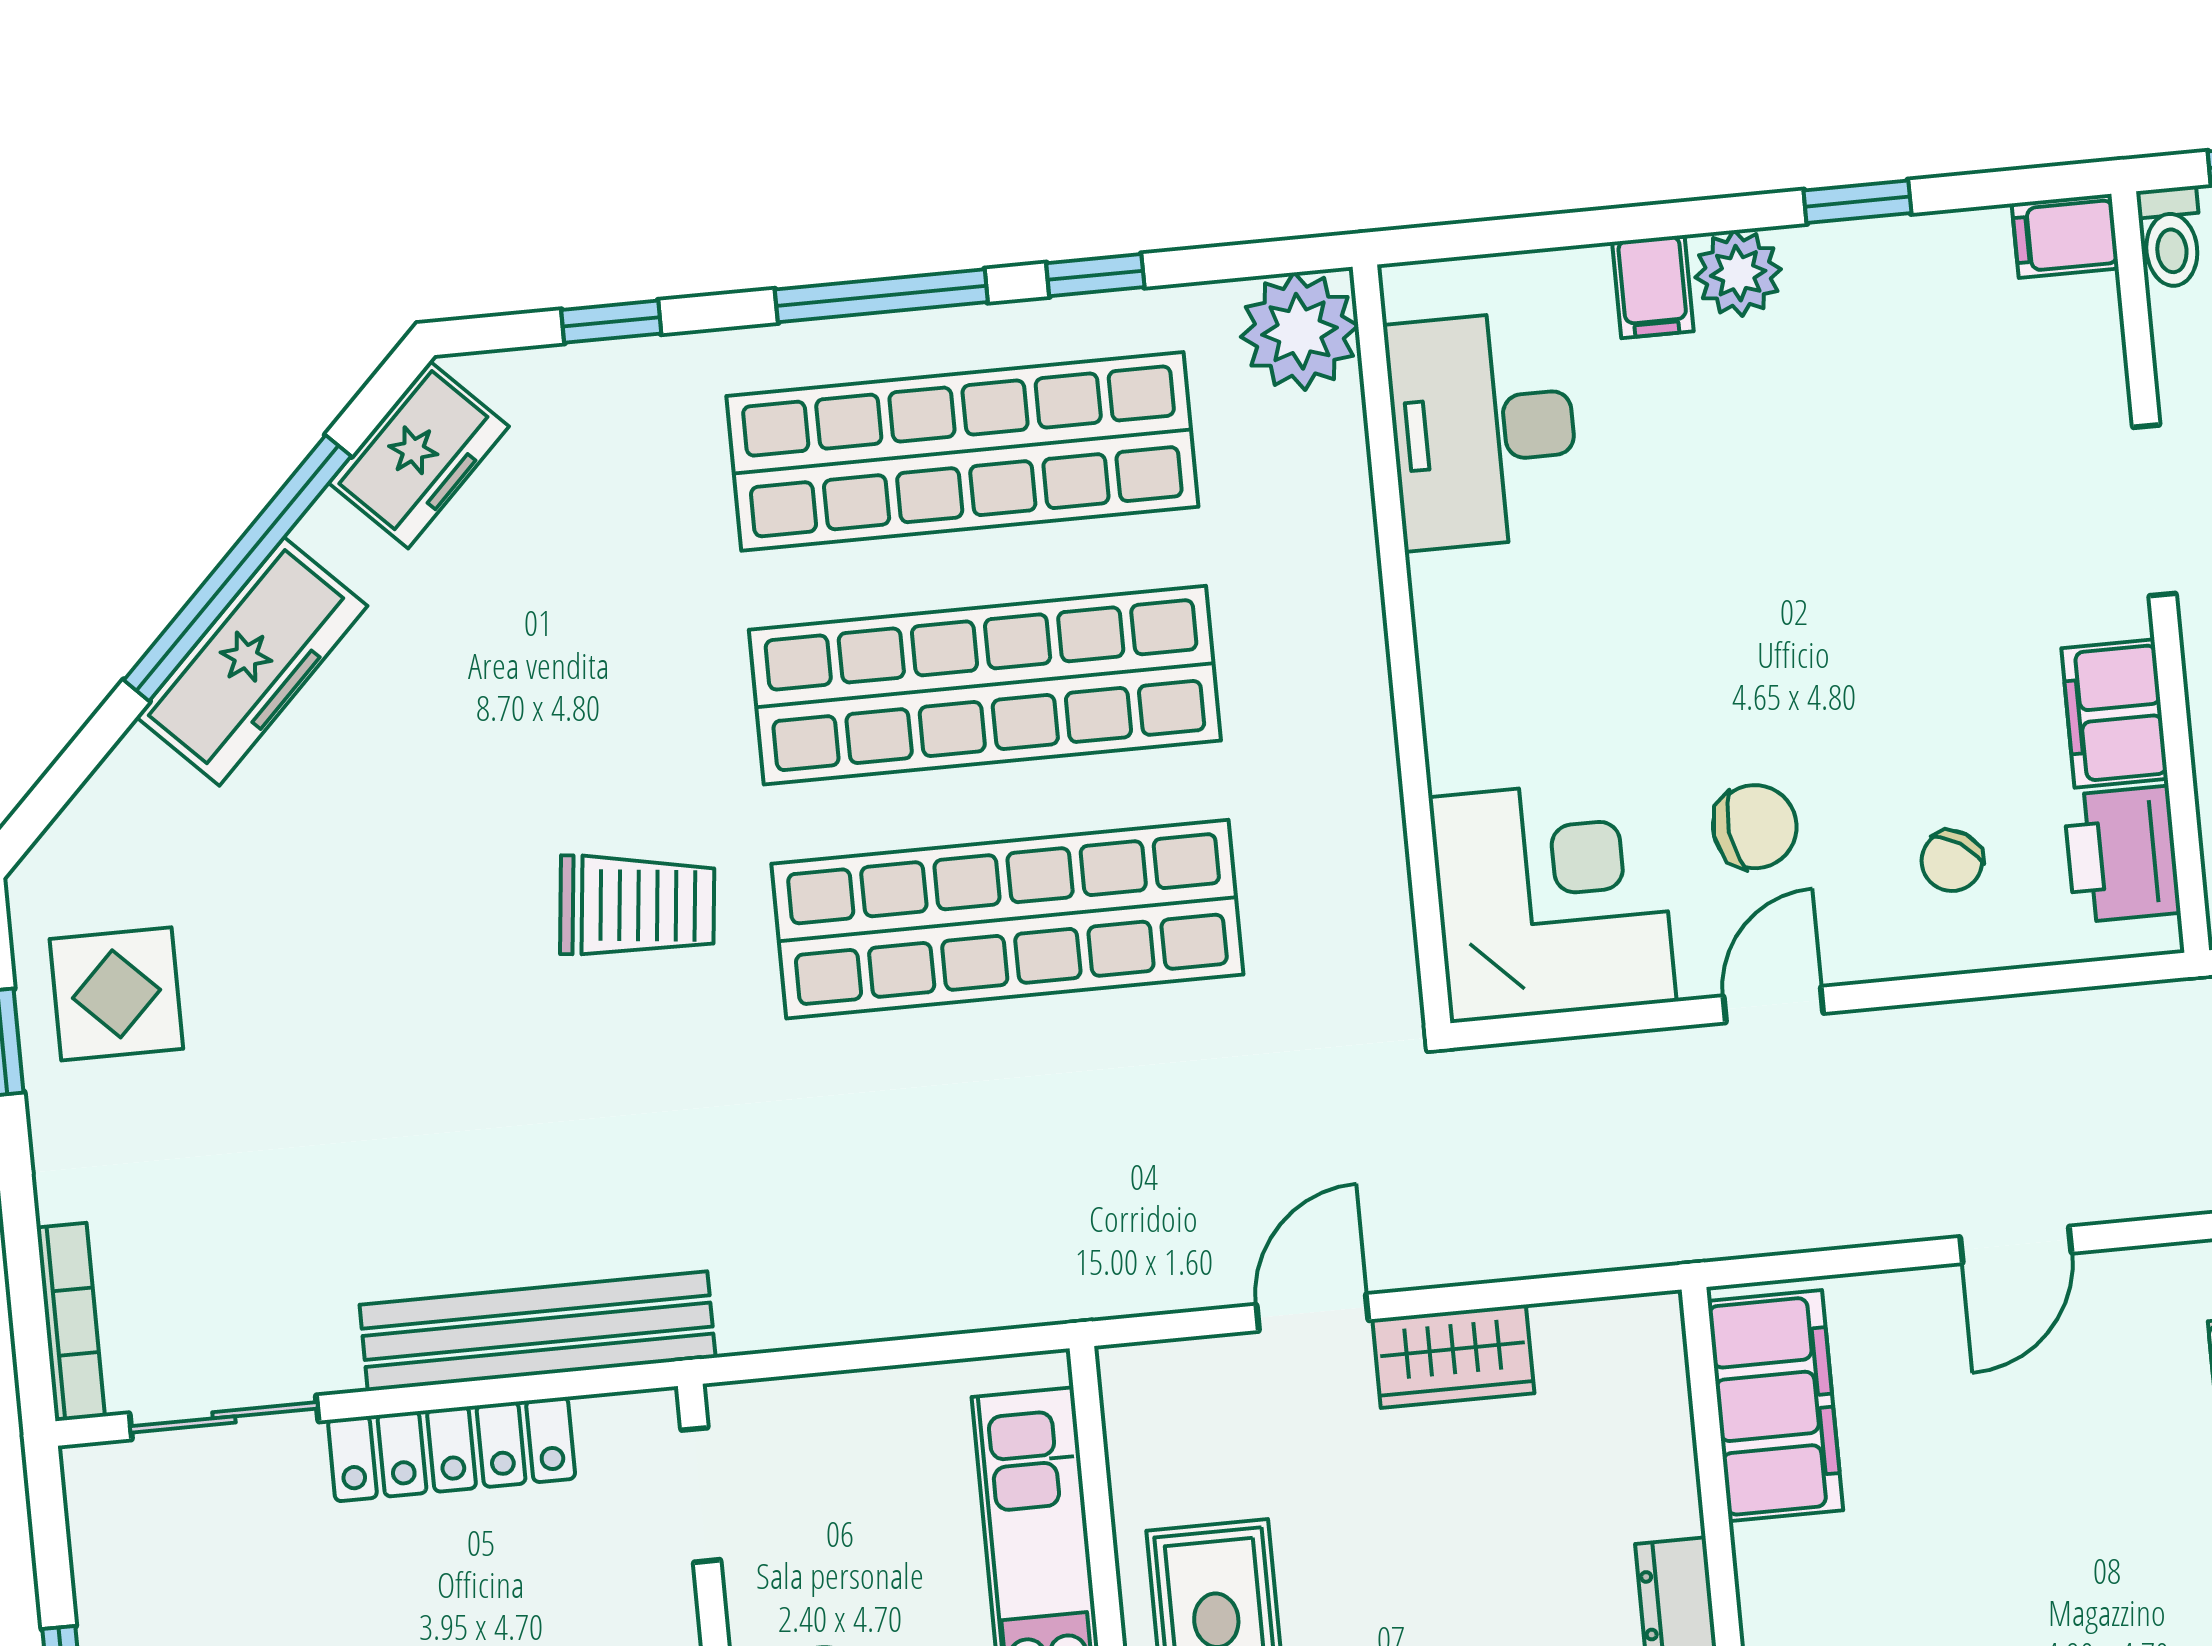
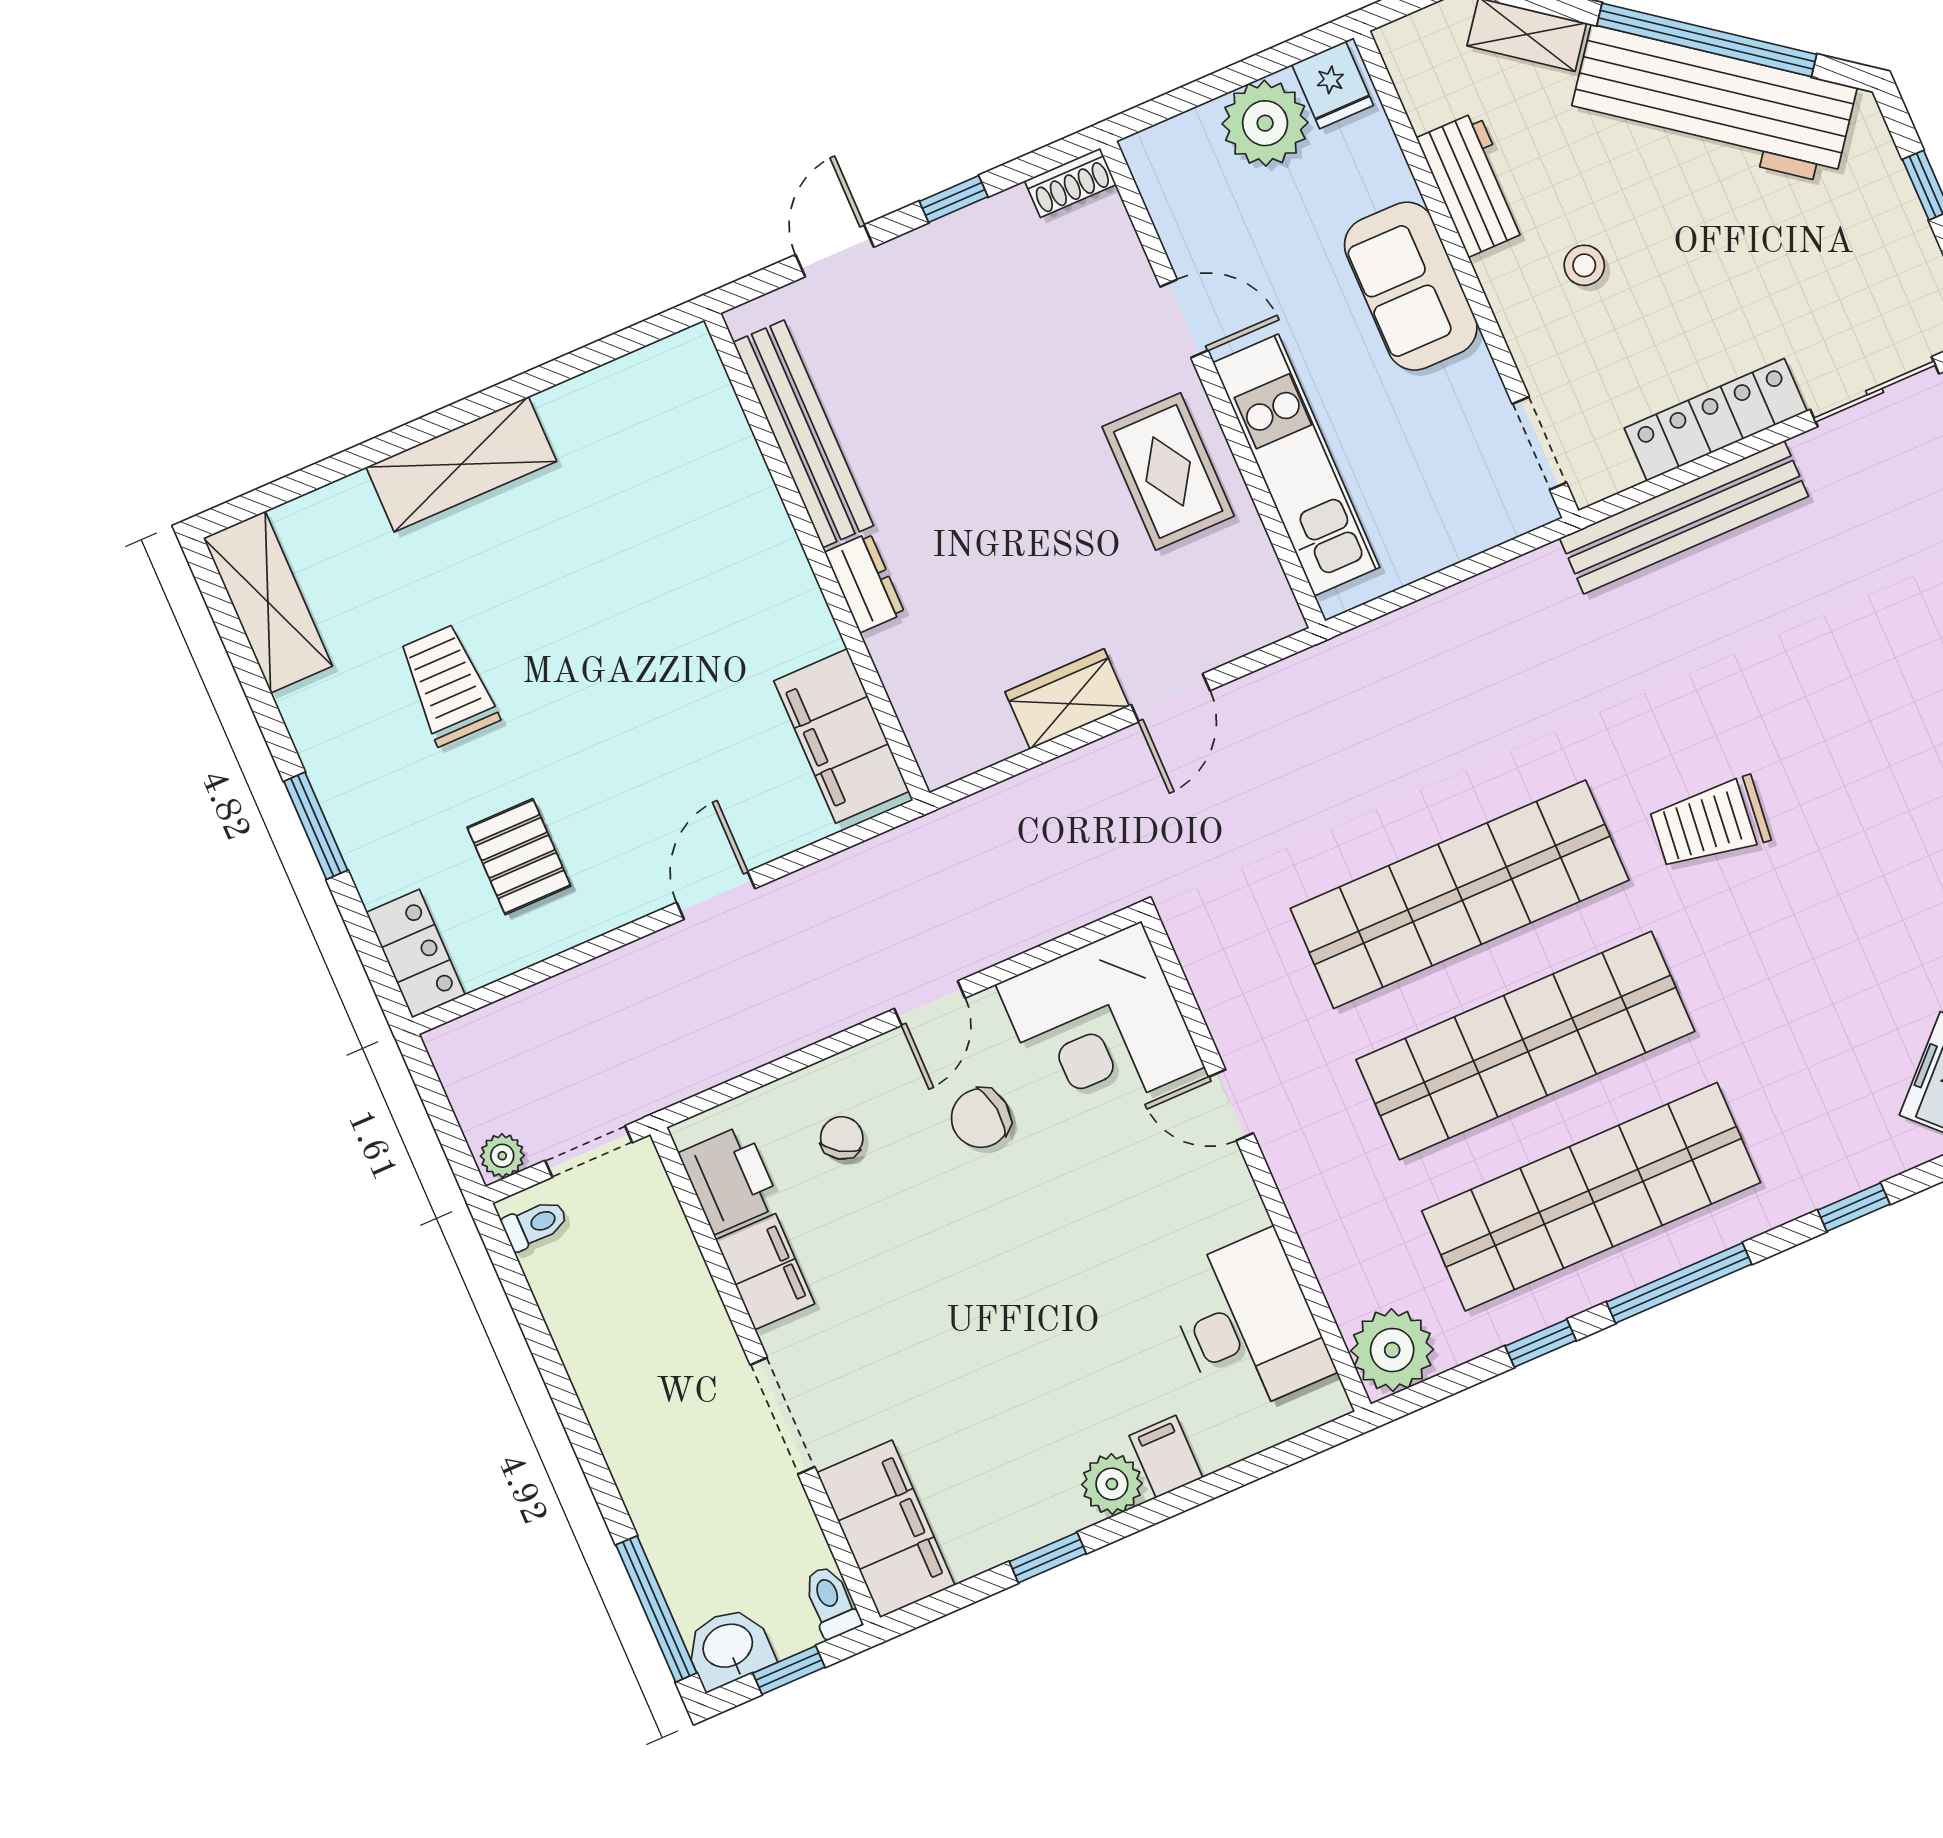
filing cabinet: (2065, 236) -> (886, 1529), width x3.00, depth x1.17
door: (1410, 734) -> (1231, 1105), added

